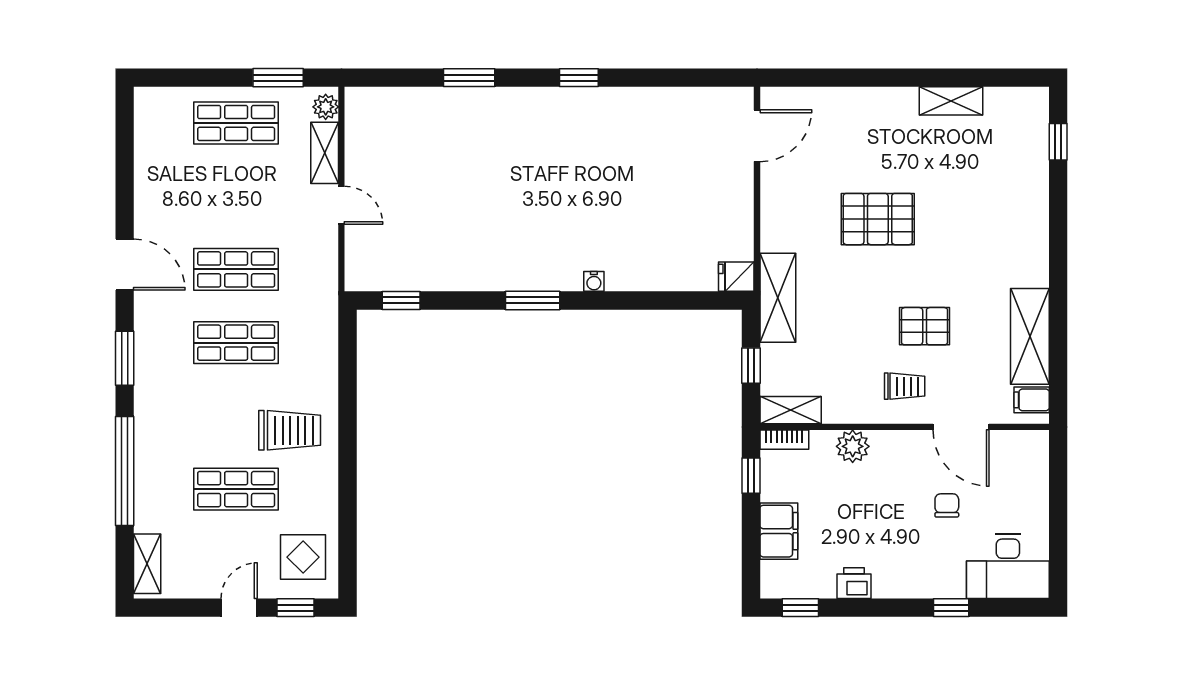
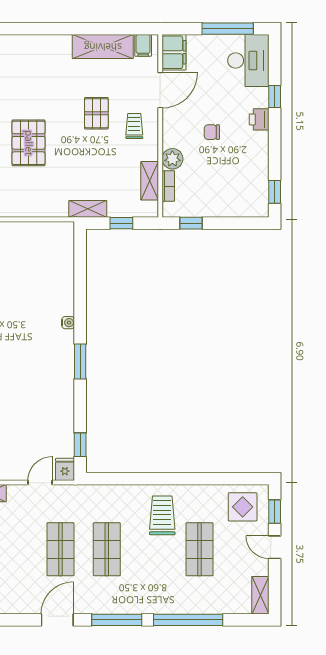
door: (341, 205) -> (40, 483), moved
fridge: (736, 277) -> (65, 469), moved, turned 180
shelving: (778, 298) -> (88, 209), width x0.67, depth x0.75
window: (125, 358) -> (117, 620), width x1.44
shelving: (791, 410) -> (150, 181), moved
bookcase: (784, 440) -> (168, 186), moved
chair: (947, 505) -> (212, 132), moved
filing cabinet: (779, 531) -> (174, 52), moved, turned 90
window: (1058, 533) -> (228, 29), added
shelving: (147, 564) -> (260, 595), moved, turned 90
printer: (854, 583) -> (259, 119), moved

